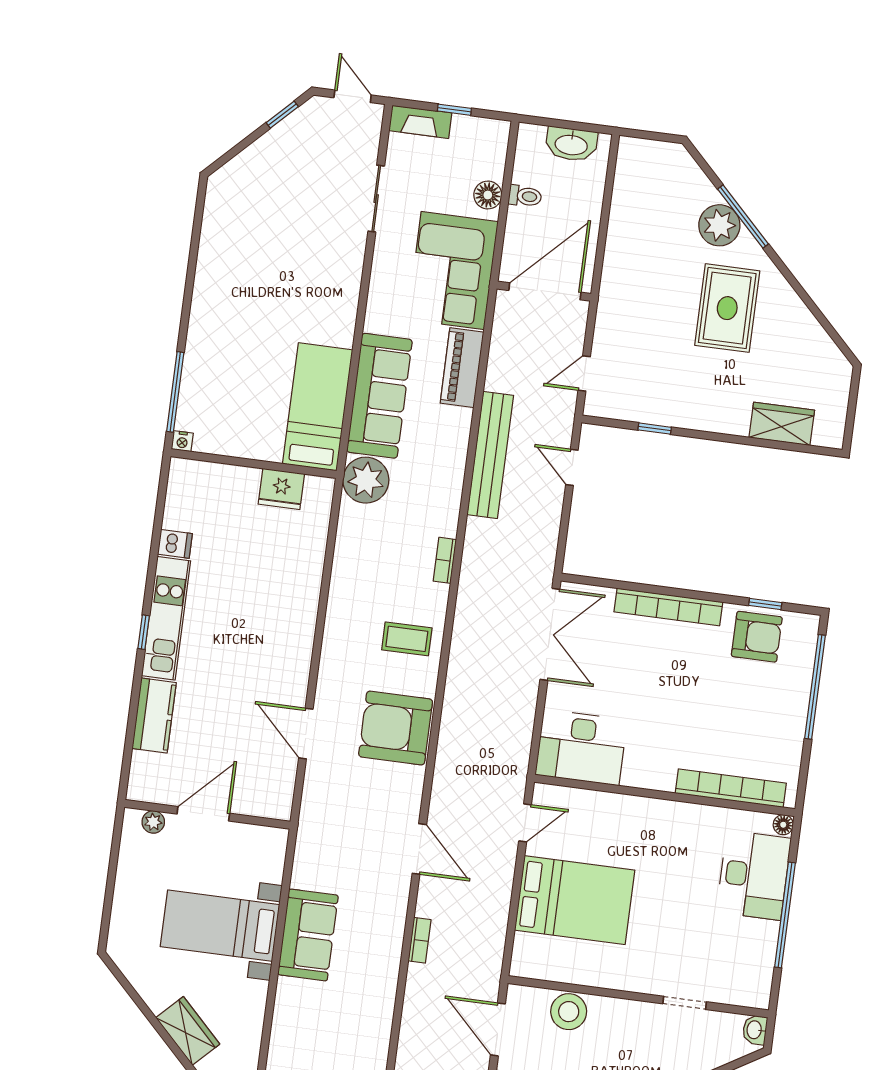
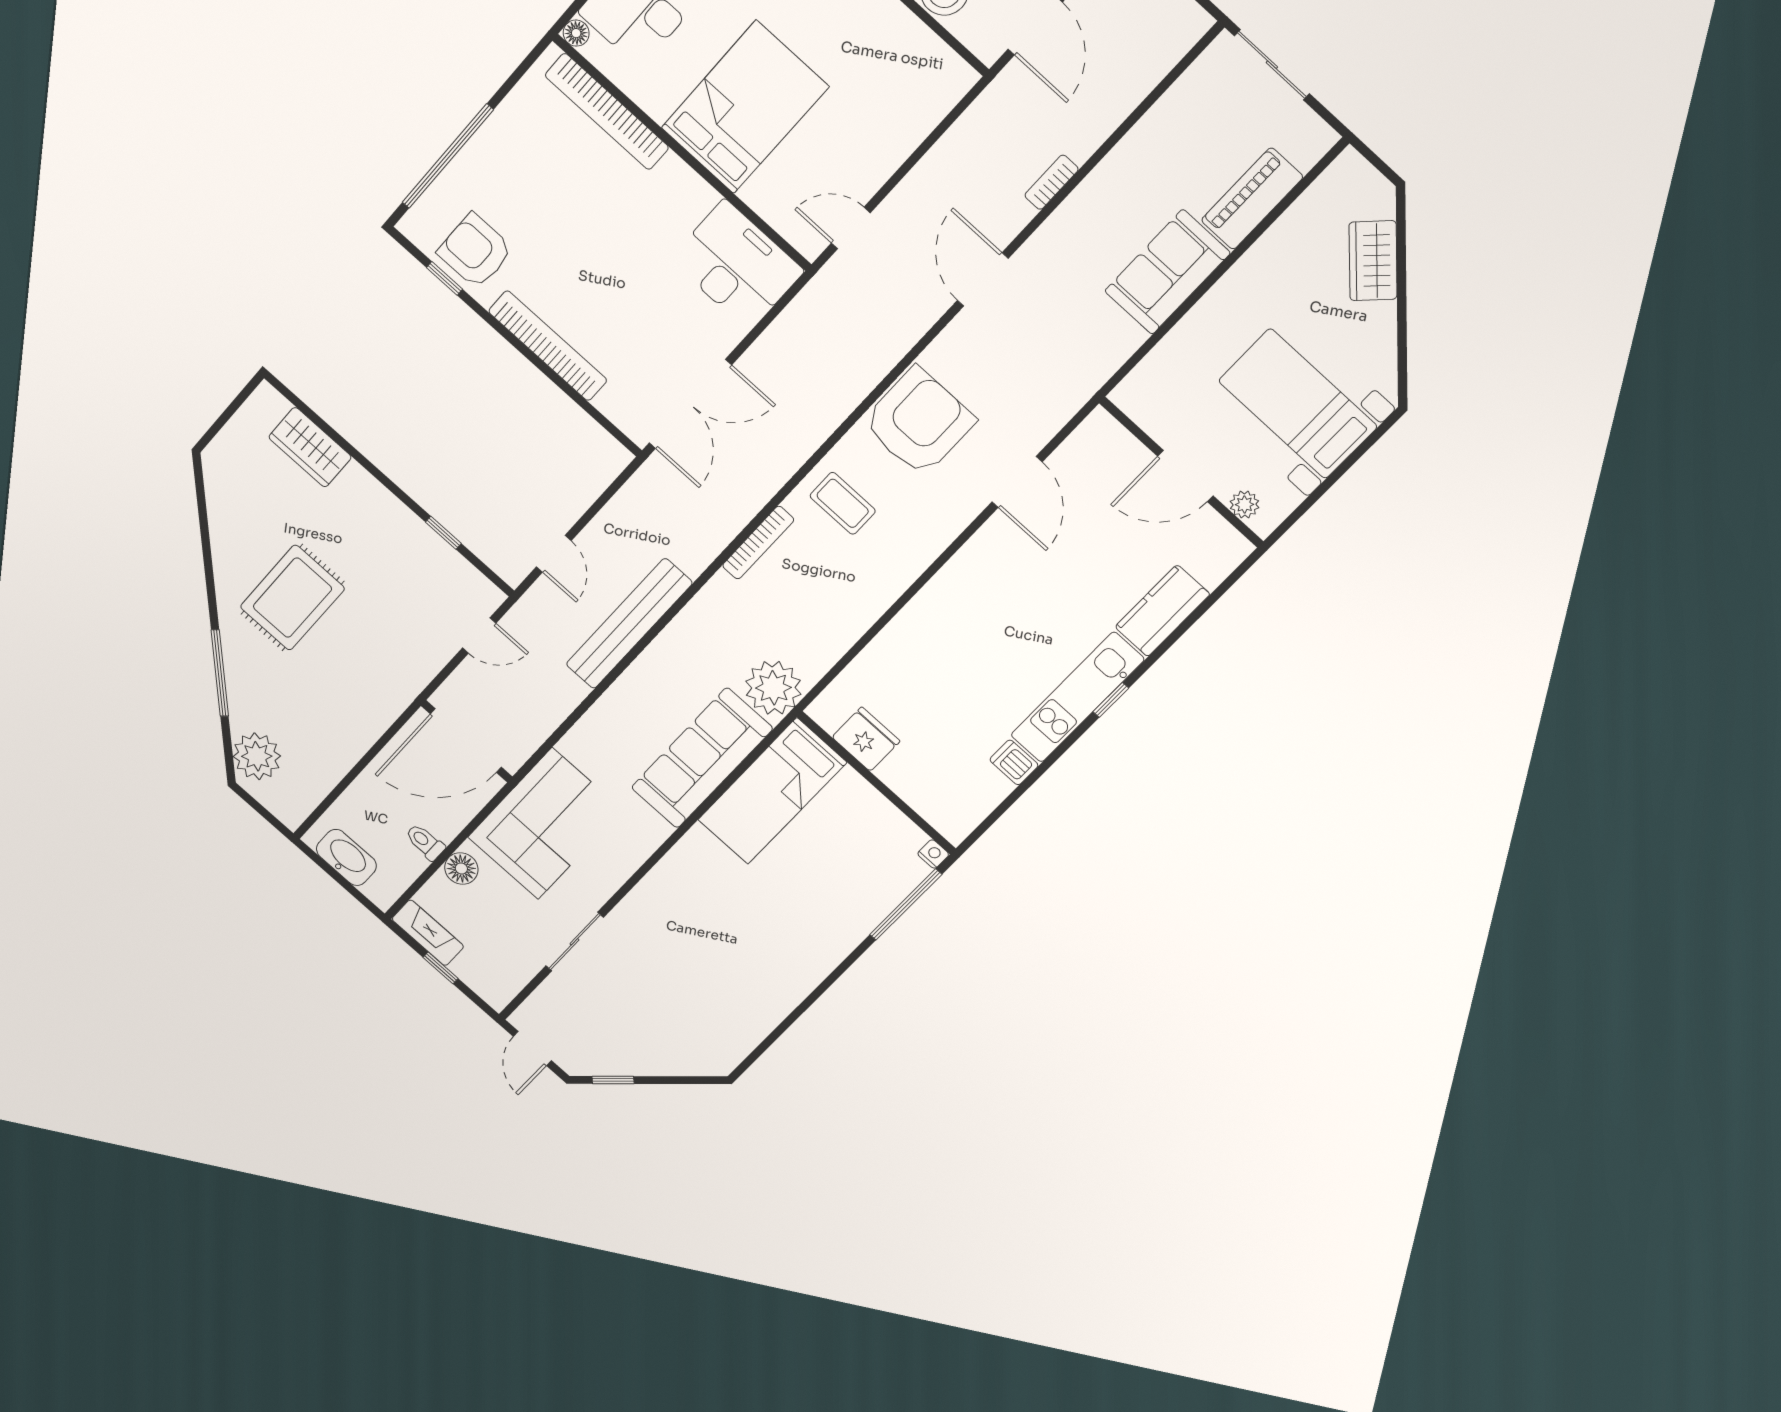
fireplace: (420, 122) -> (428, 933), moved
plant: (719, 225) -> (257, 756), moved
piano: (462, 368) -> (1252, 199), moved, turned 180
bookcase: (445, 560) -> (758, 543), width x1.56
double door: (550, 634) -> (690, 404), swing flipped
armchair: (396, 728) -> (919, 422), turned -90
bed: (575, 900) -> (745, 107), moved, turned 90
bed with nightstands: (220, 926) -> (1298, 404), moved, turned 180

